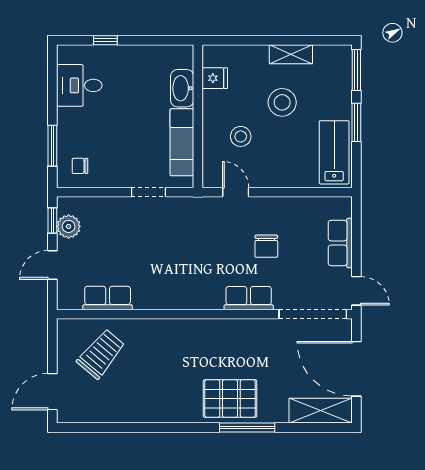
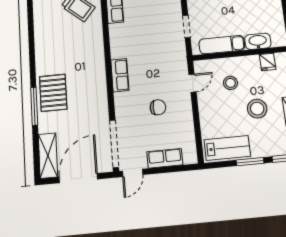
chair: (266, 246) -> (158, 107), turned 180
row of seats: (249, 298) -> (120, 75), moved

